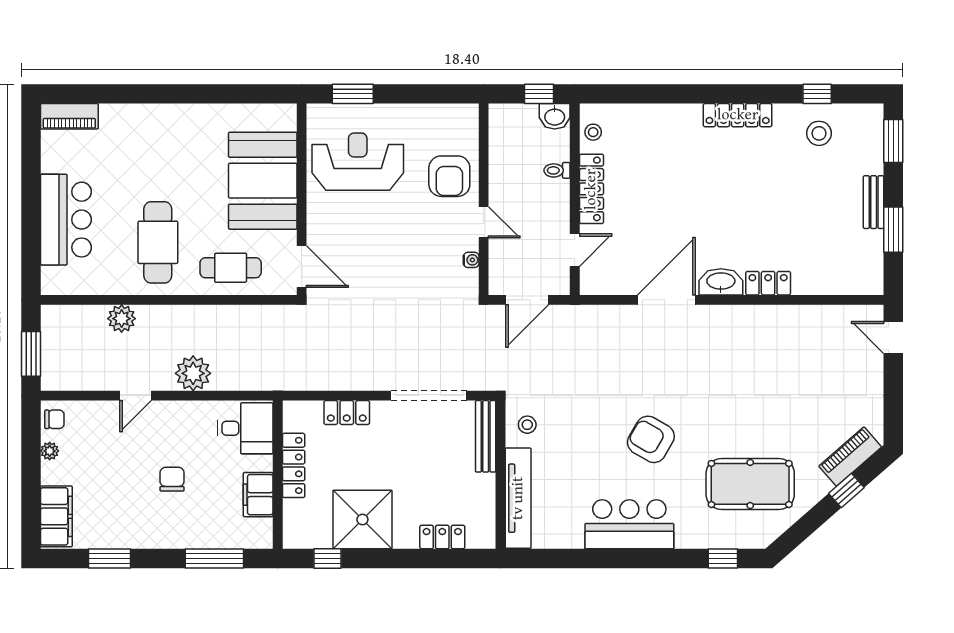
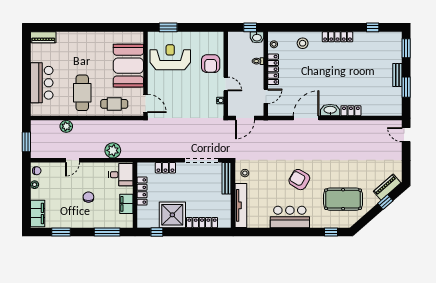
stool: (819, 133) -> (303, 43), moved
plant: (193, 373) -> (113, 150), moved
locker: (442, 537) -> (202, 223), width x1.53

